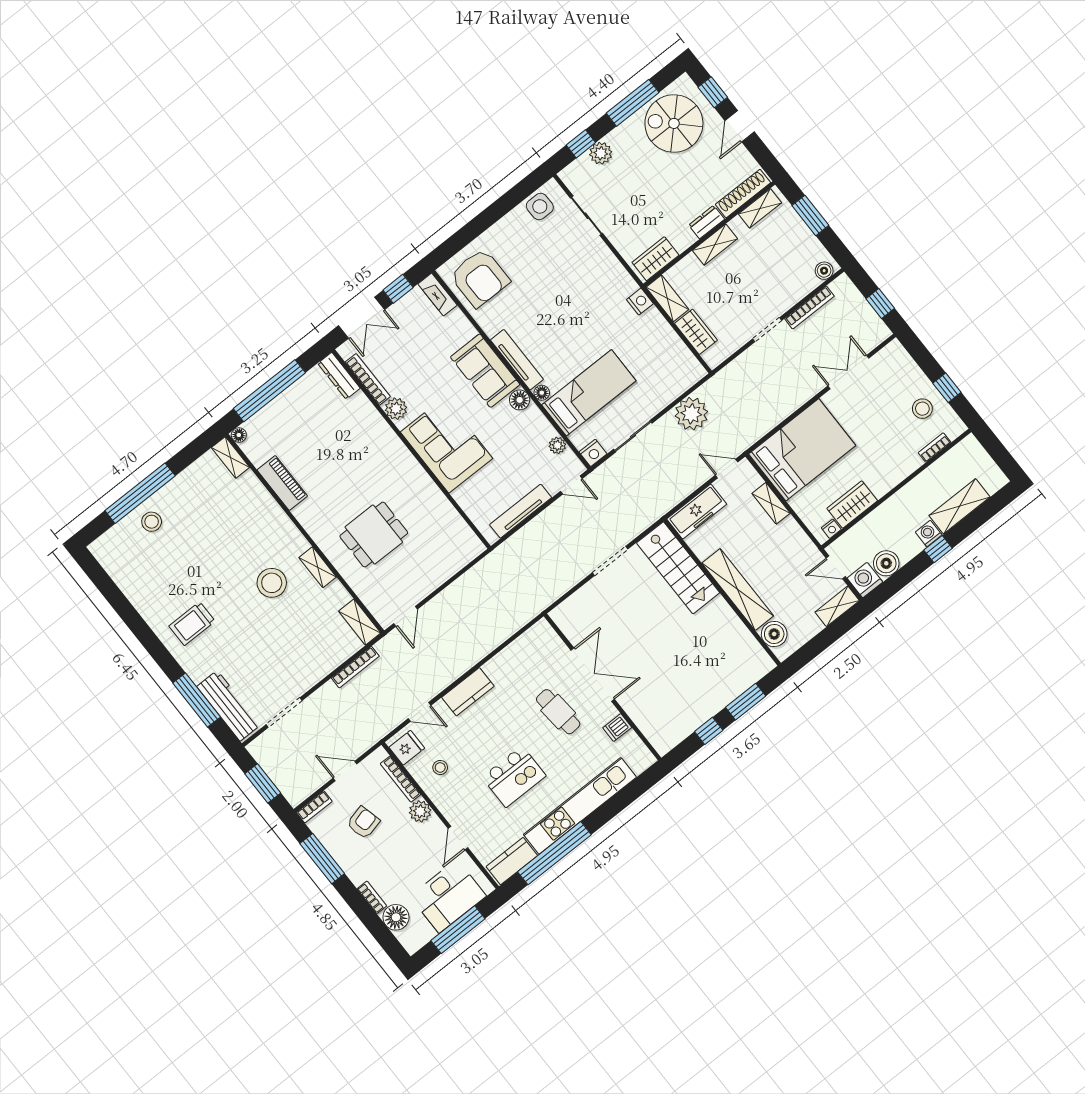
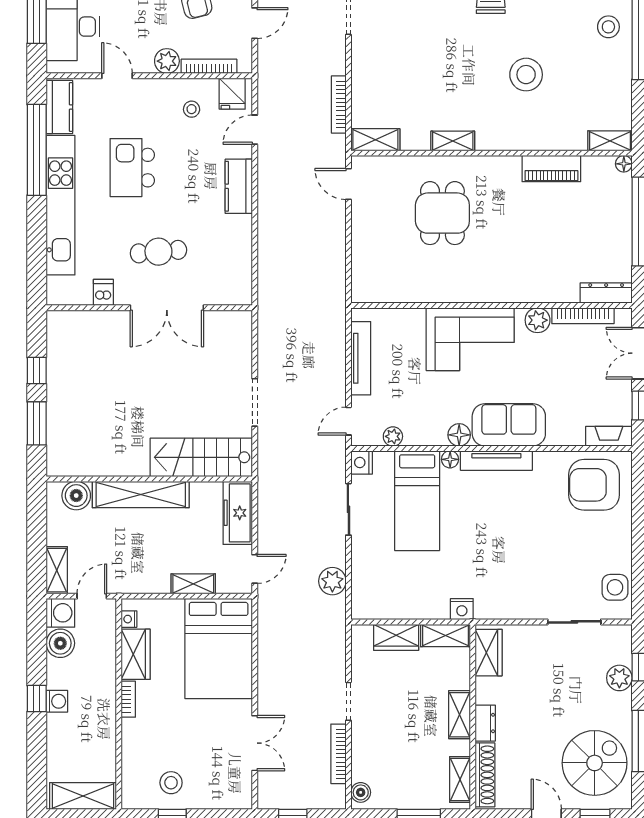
plant: (691, 414) -> (332, 581), width x0.73, depth x0.73
bookcase: (935, 448) -> (128, 699), moved
shelving: (959, 506) -> (83, 796), moved, turned 90
stool: (272, 583) -> (526, 75), moved

